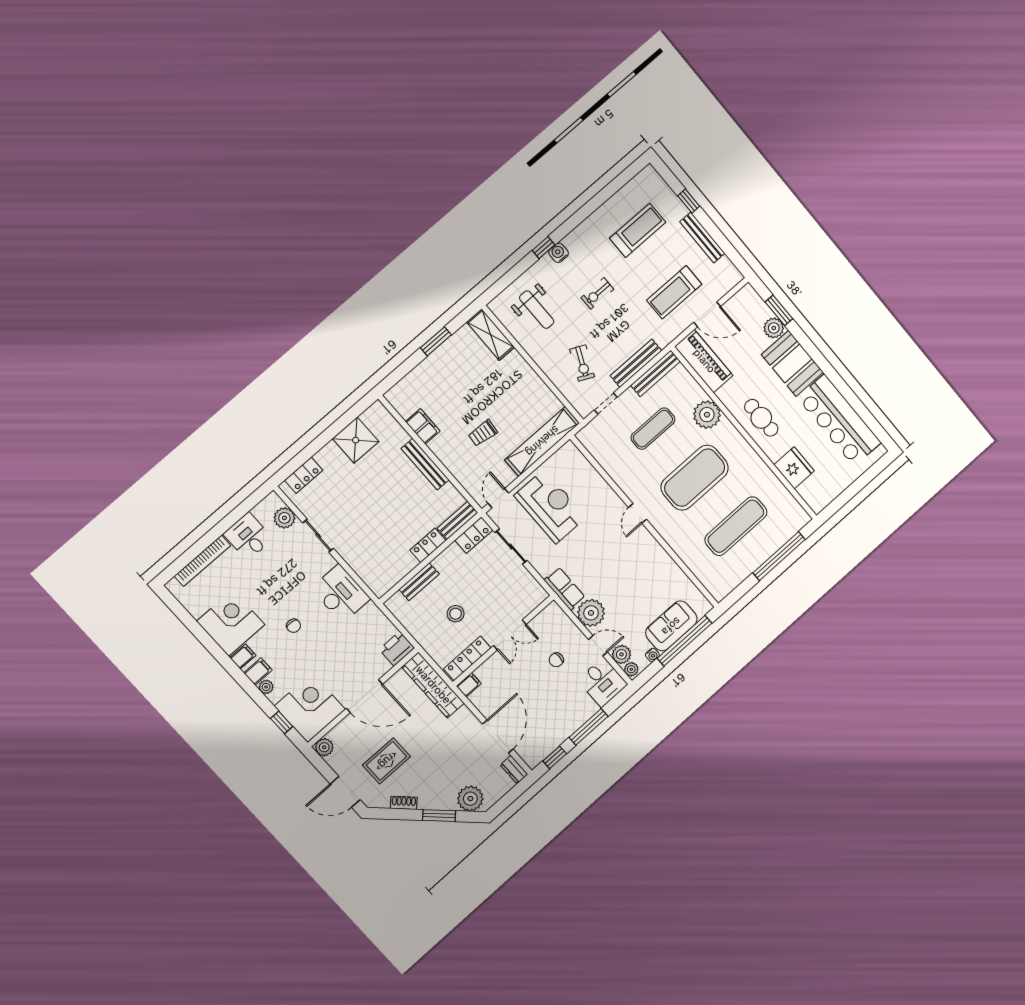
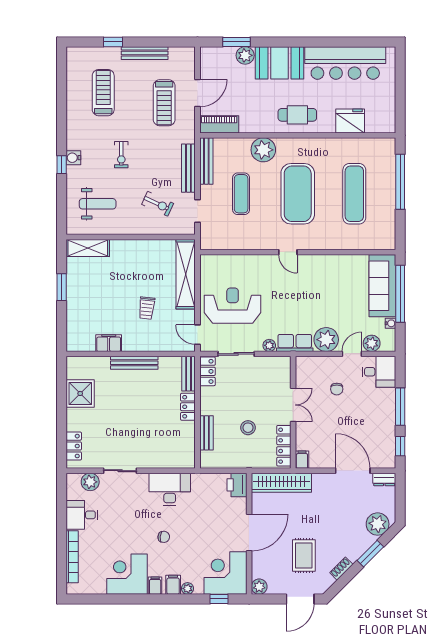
piano: (704, 361) -> (219, 124), width x0.73, depth x0.75
sofa: (671, 626) -> (382, 286), width x1.36
plant: (631, 669) -> (269, 345), moved

